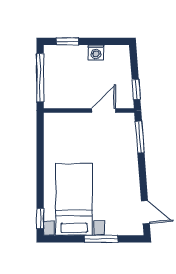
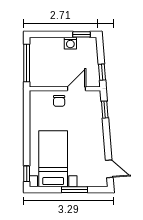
window: (67, 41) -> (81, 34), moved
chair: (82, 126) -> (59, 101), added
window: (140, 137) -> (105, 110), width x0.67

